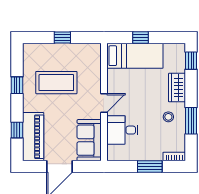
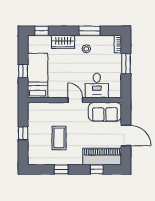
coffee table: (56, 83) -> (59, 138), width x0.73, depth x0.76

